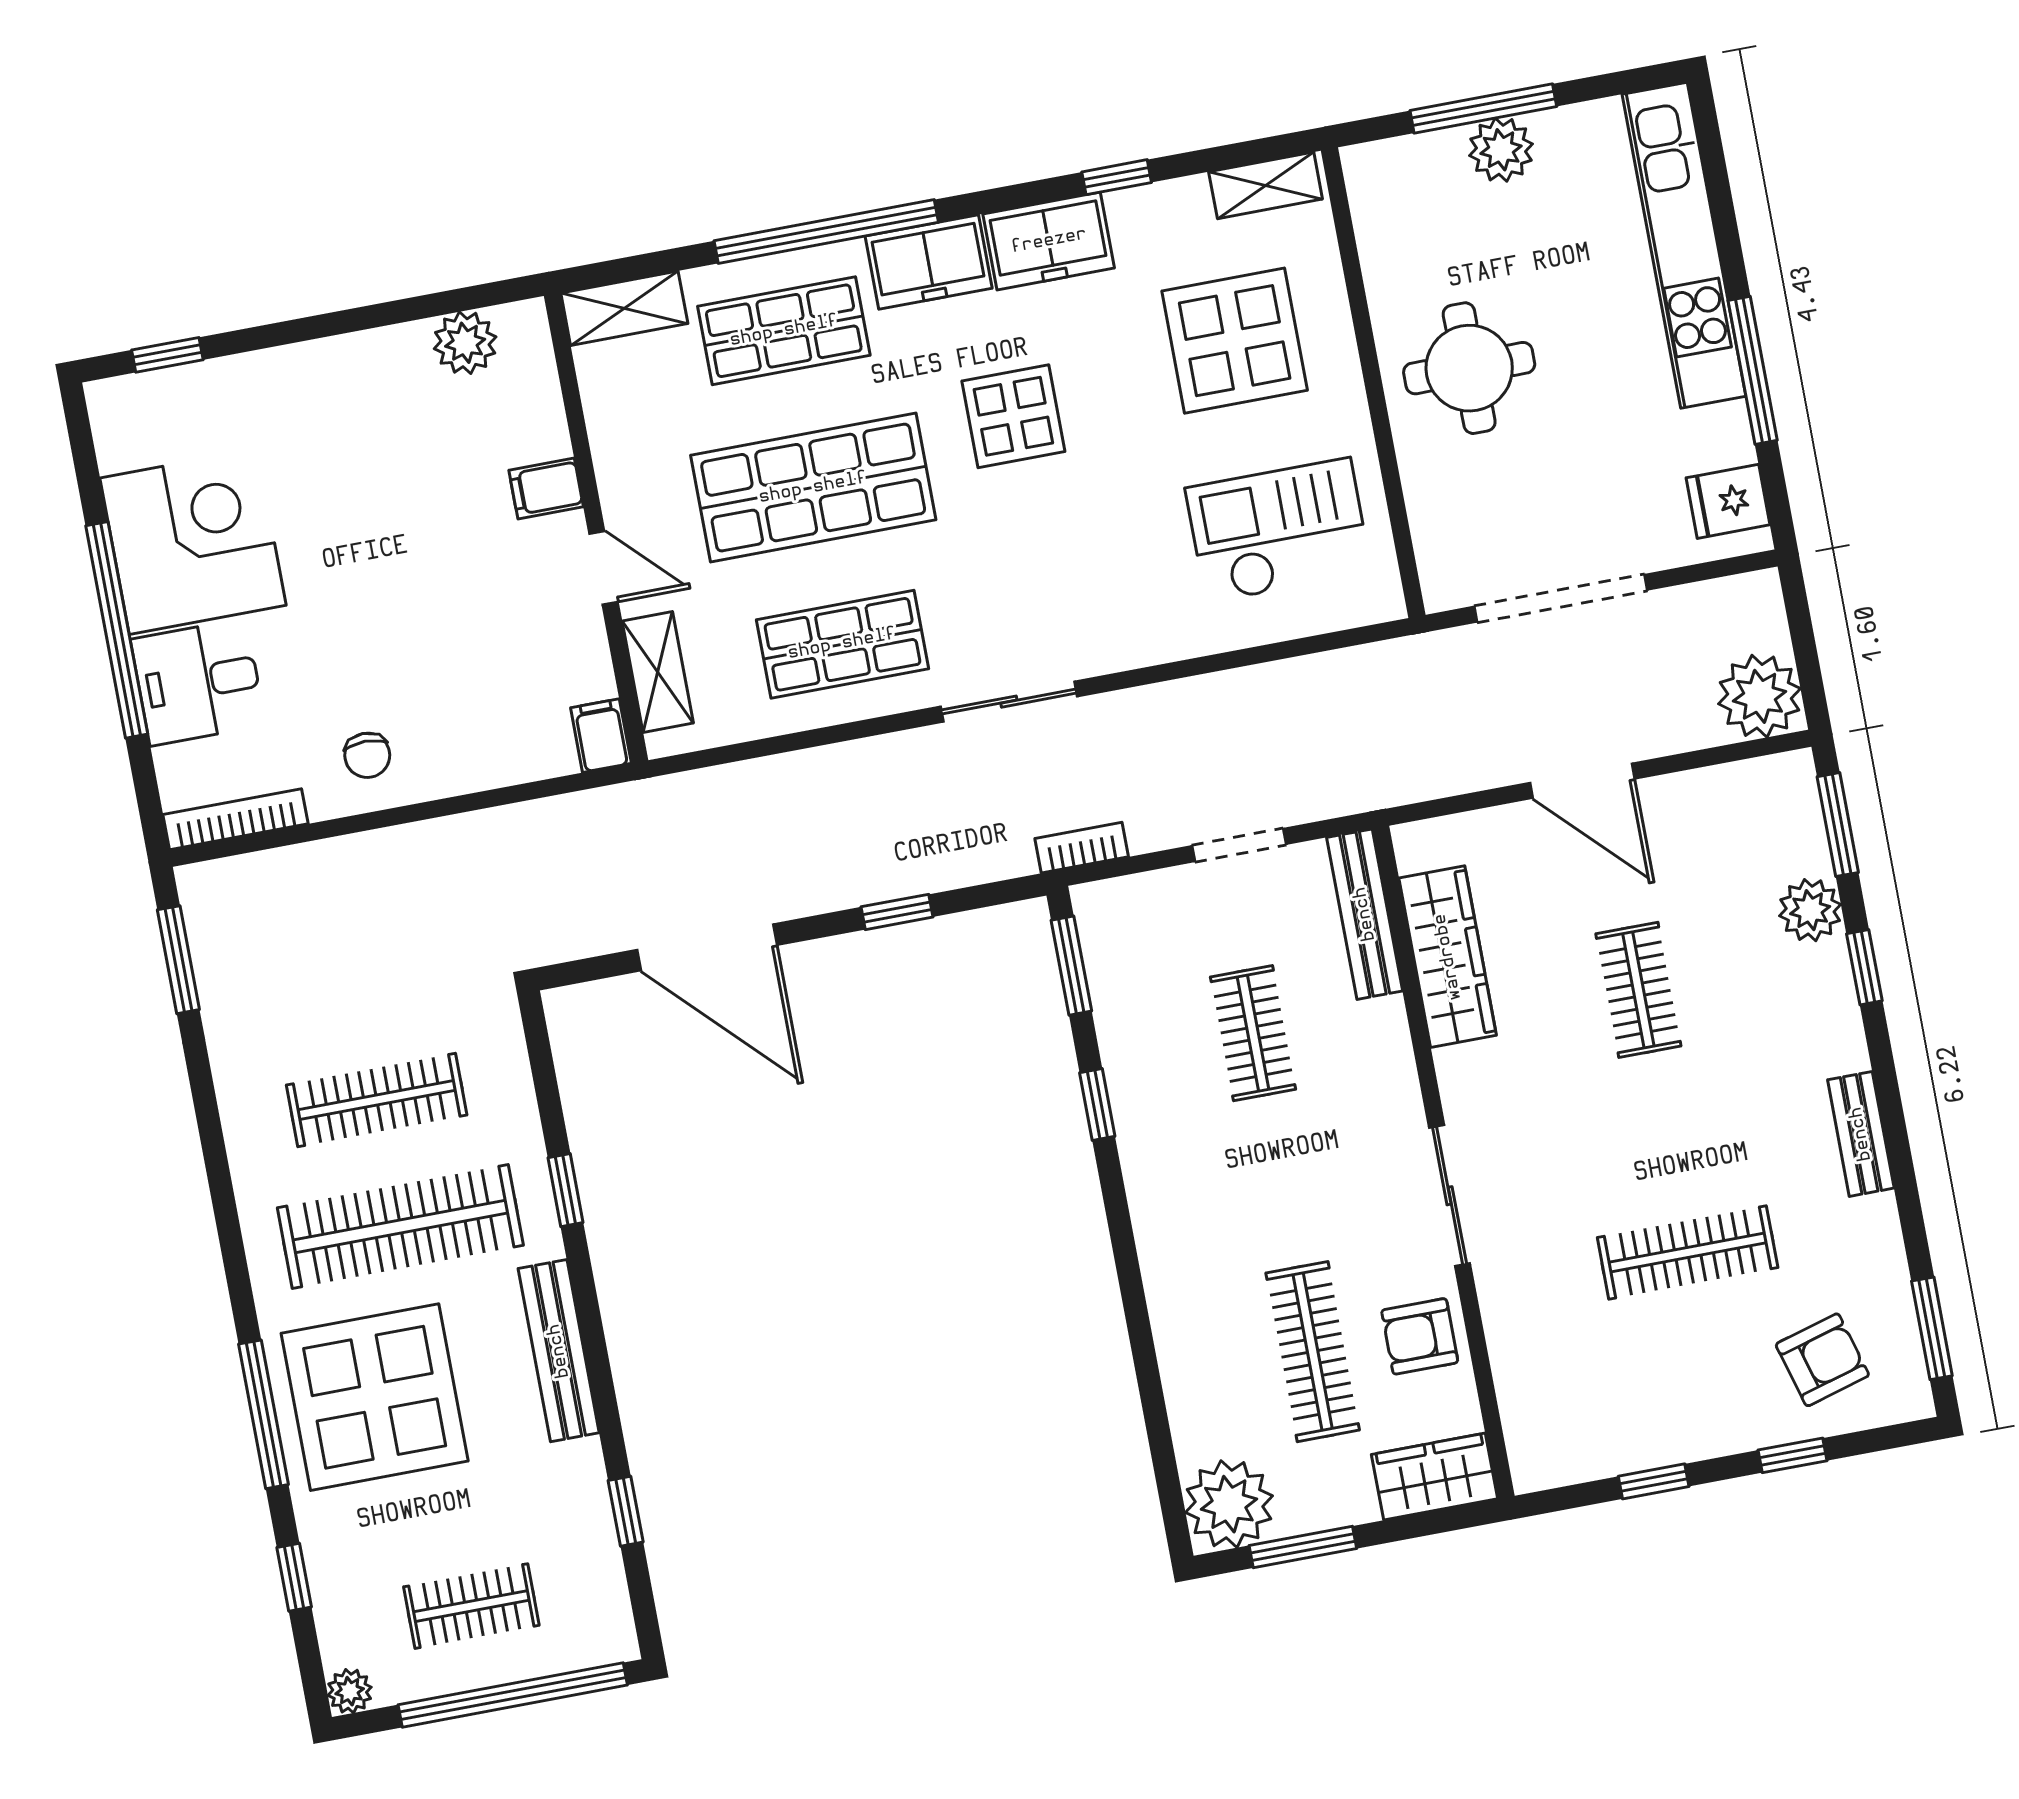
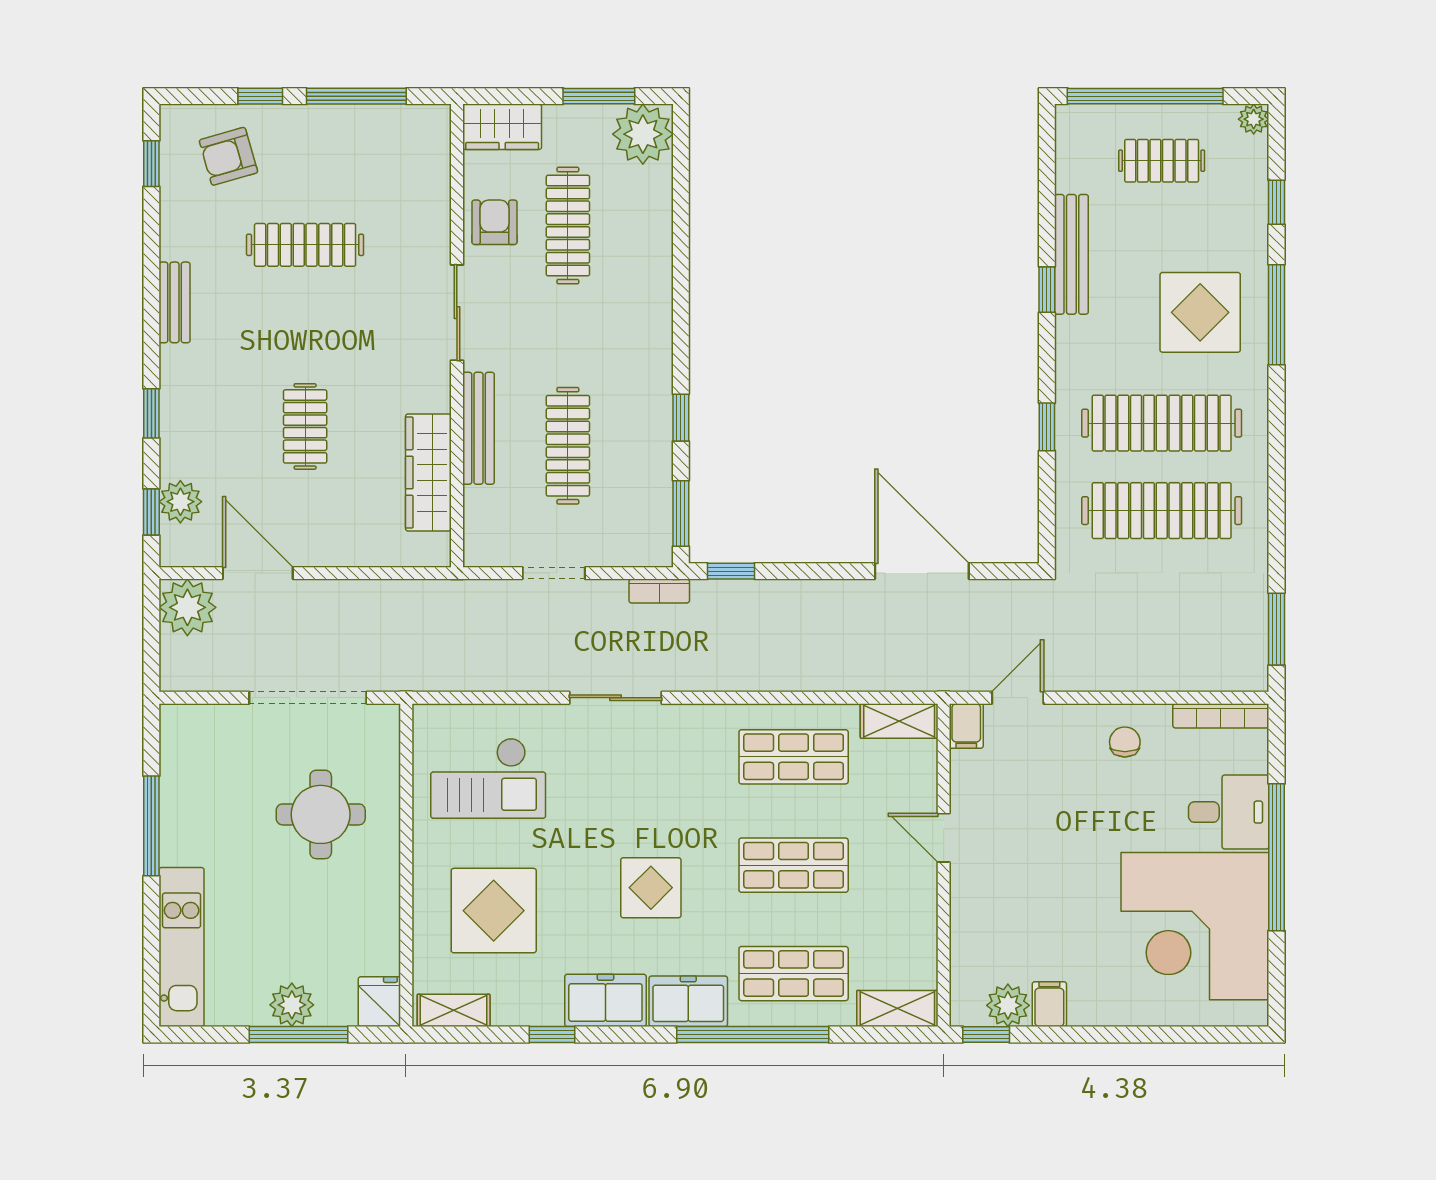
kitchen unit: (1684, 245) -> (182, 947), width x0.73
window: (167, 355) -> (986, 1035), moved
round table: (1469, 368) -> (321, 814), moved
filing cabinet: (546, 488) -> (1049, 1004), moved, turned -90
shop shelf: (813, 488) -> (794, 865), width x0.70, depth x0.74
fridge: (1728, 501) -> (379, 1002), moved, turned -90
corner desk: (193, 542) -> (1195, 926), width x1.36, depth x1.36
shelving: (658, 672) -> (899, 721), moved, turned 90
sliding door: (1009, 702) -> (615, 698), moved
door: (1582, 781) -> (258, 573), moved
door: (534, 790) -> (1018, 698), added
window: (1838, 825) -> (151, 512), width x0.67
plant: (1810, 910) -> (180, 502), moved
window: (897, 912) -> (731, 571), moved
bench: (1365, 914) -> (478, 428), moved
clothes rail: (1253, 1033) -> (568, 446), width x1.36
clothes rail: (377, 1100) -> (1162, 511), width x1.37, depth x1.31
window: (1932, 1328) -> (151, 164), width x0.67
armchair: (1420, 1336) -> (494, 222), turned -90
bench: (559, 1351) -> (1071, 254), moved
display table: (375, 1397) -> (1200, 312), width x0.73, depth x0.73
window: (1654, 1481) -> (356, 96), width x2.17
window: (626, 1511) -> (1047, 290), moved

